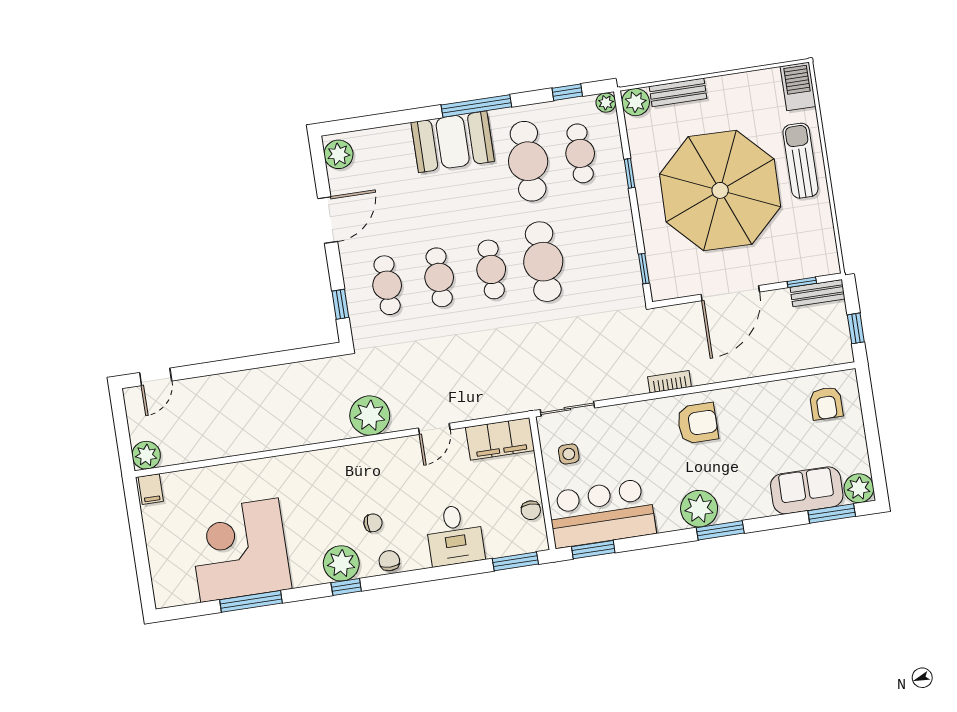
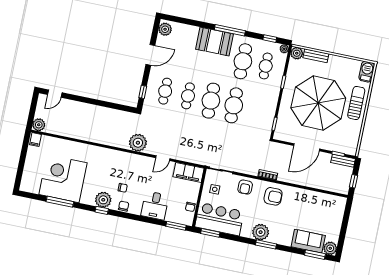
cafe table: (491, 269) -> (211, 101), width x1.37, depth x1.35
armchair: (826, 403) -> (245, 187), moved

